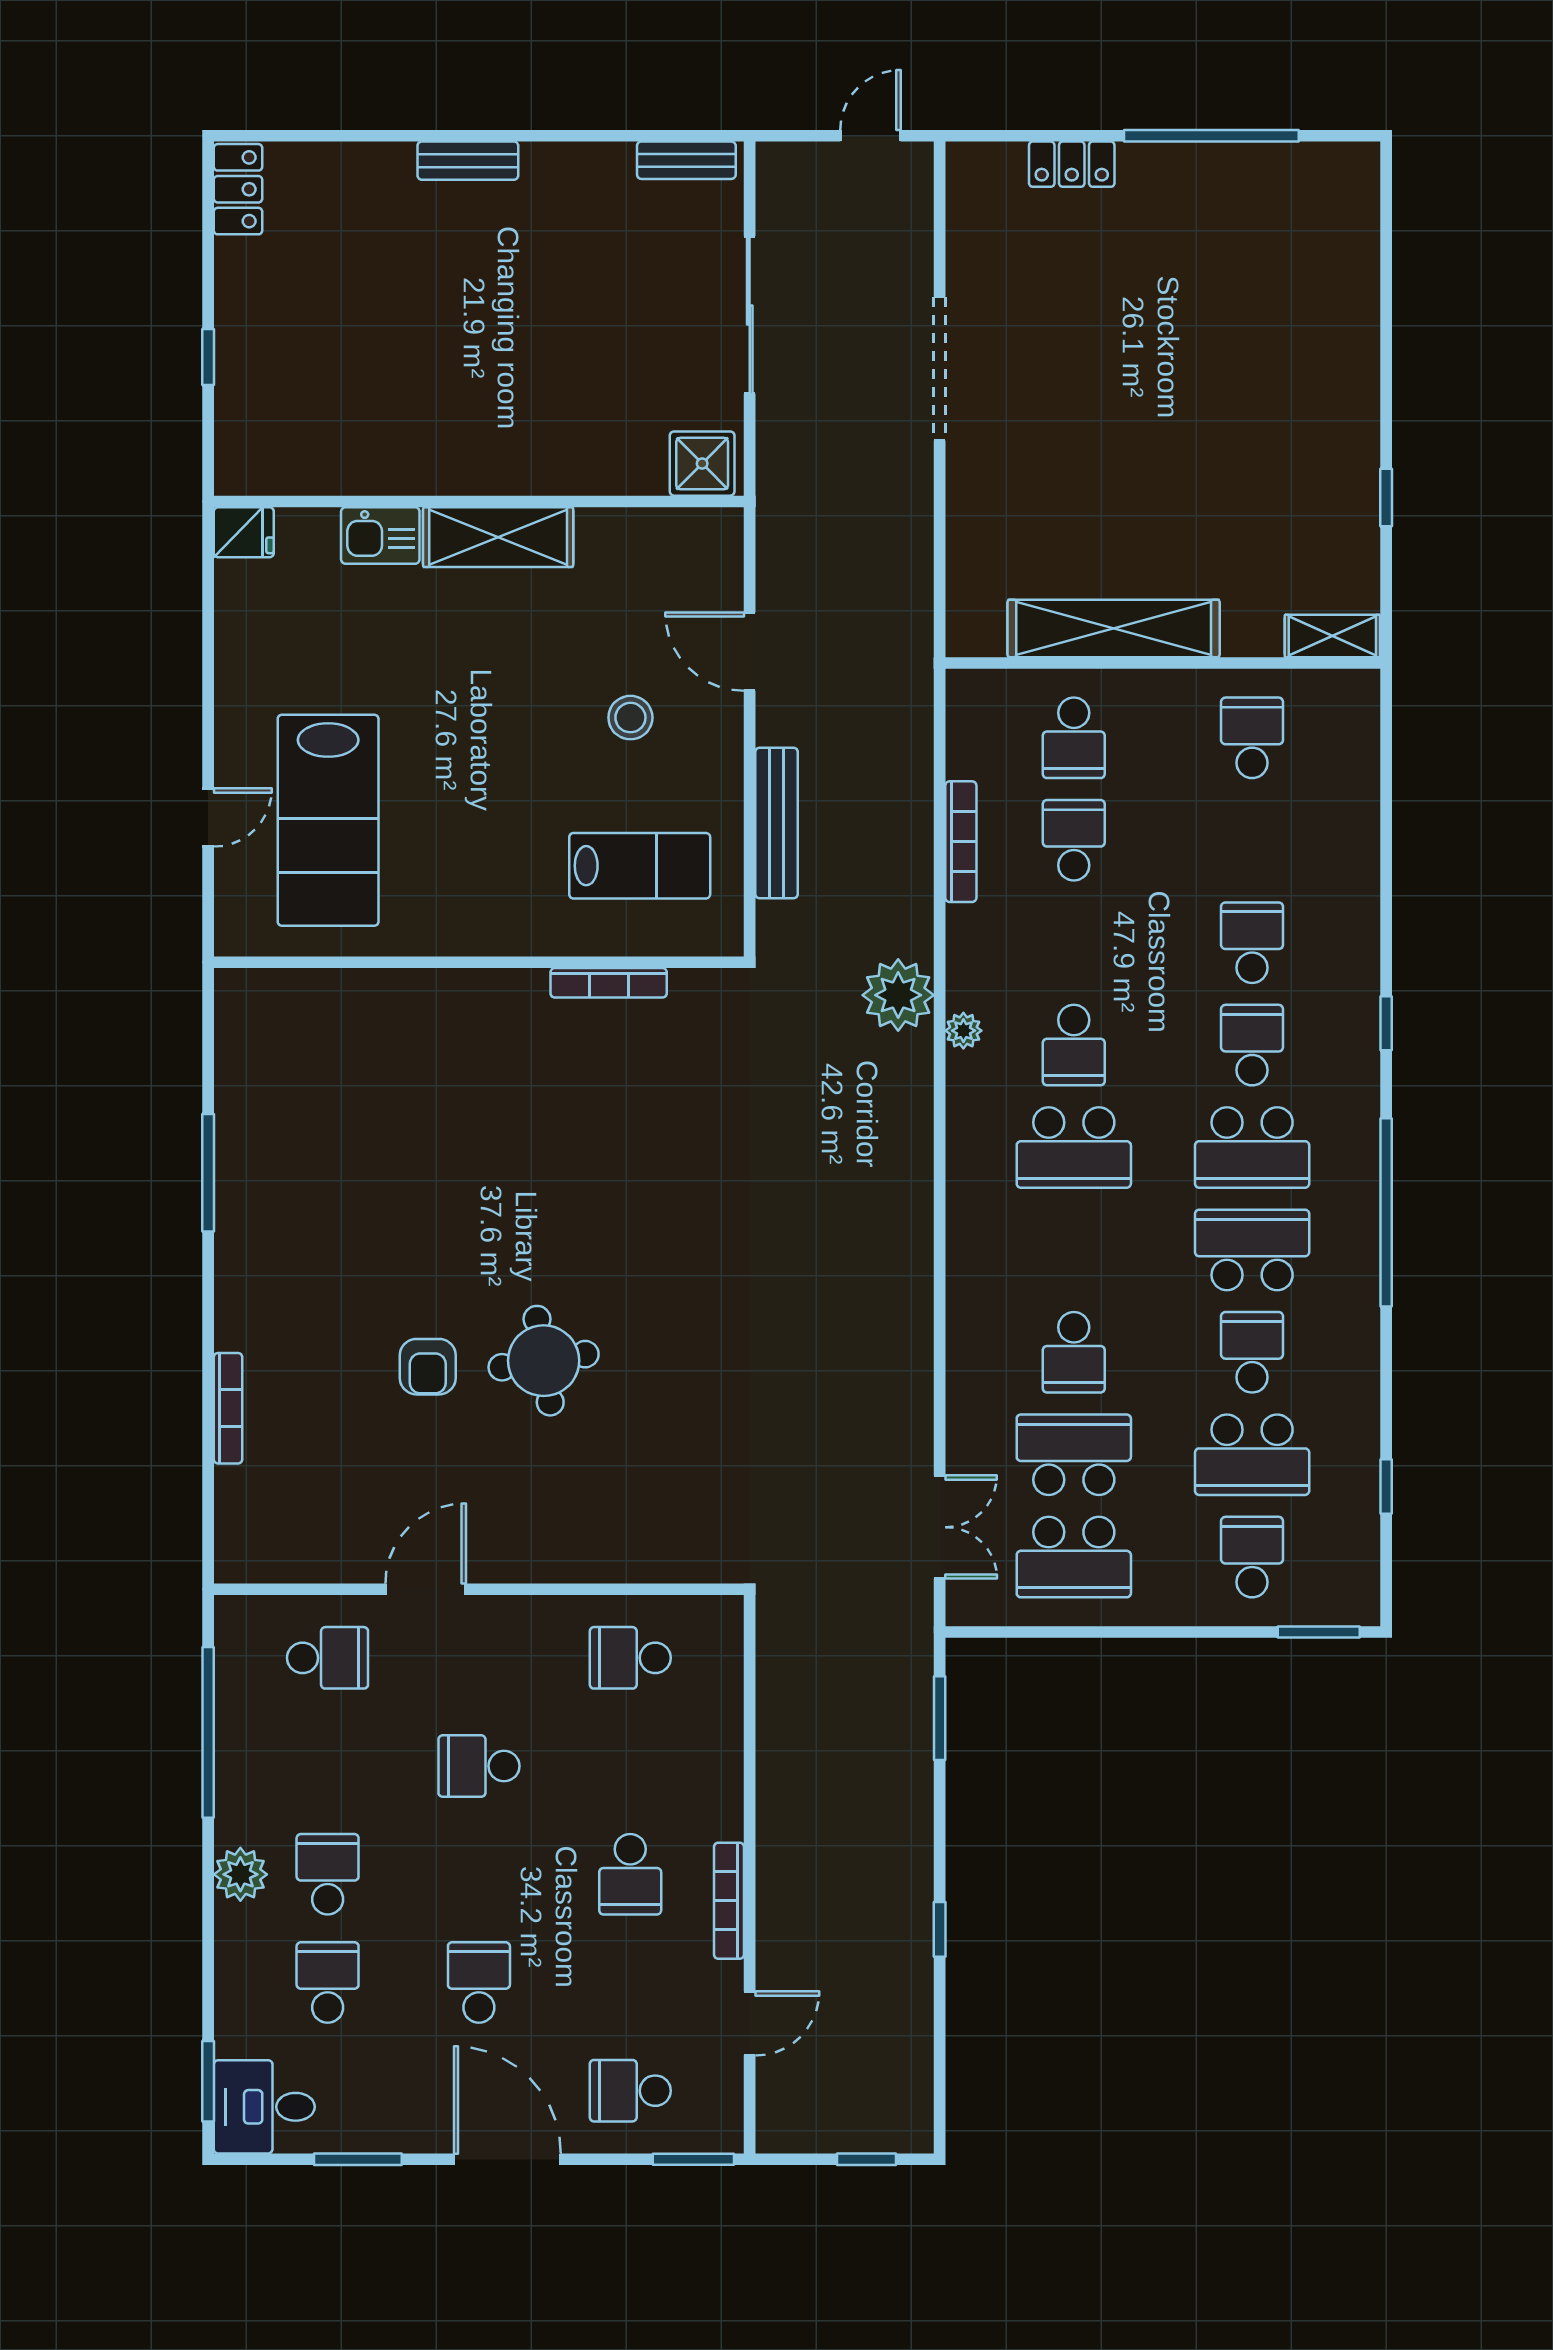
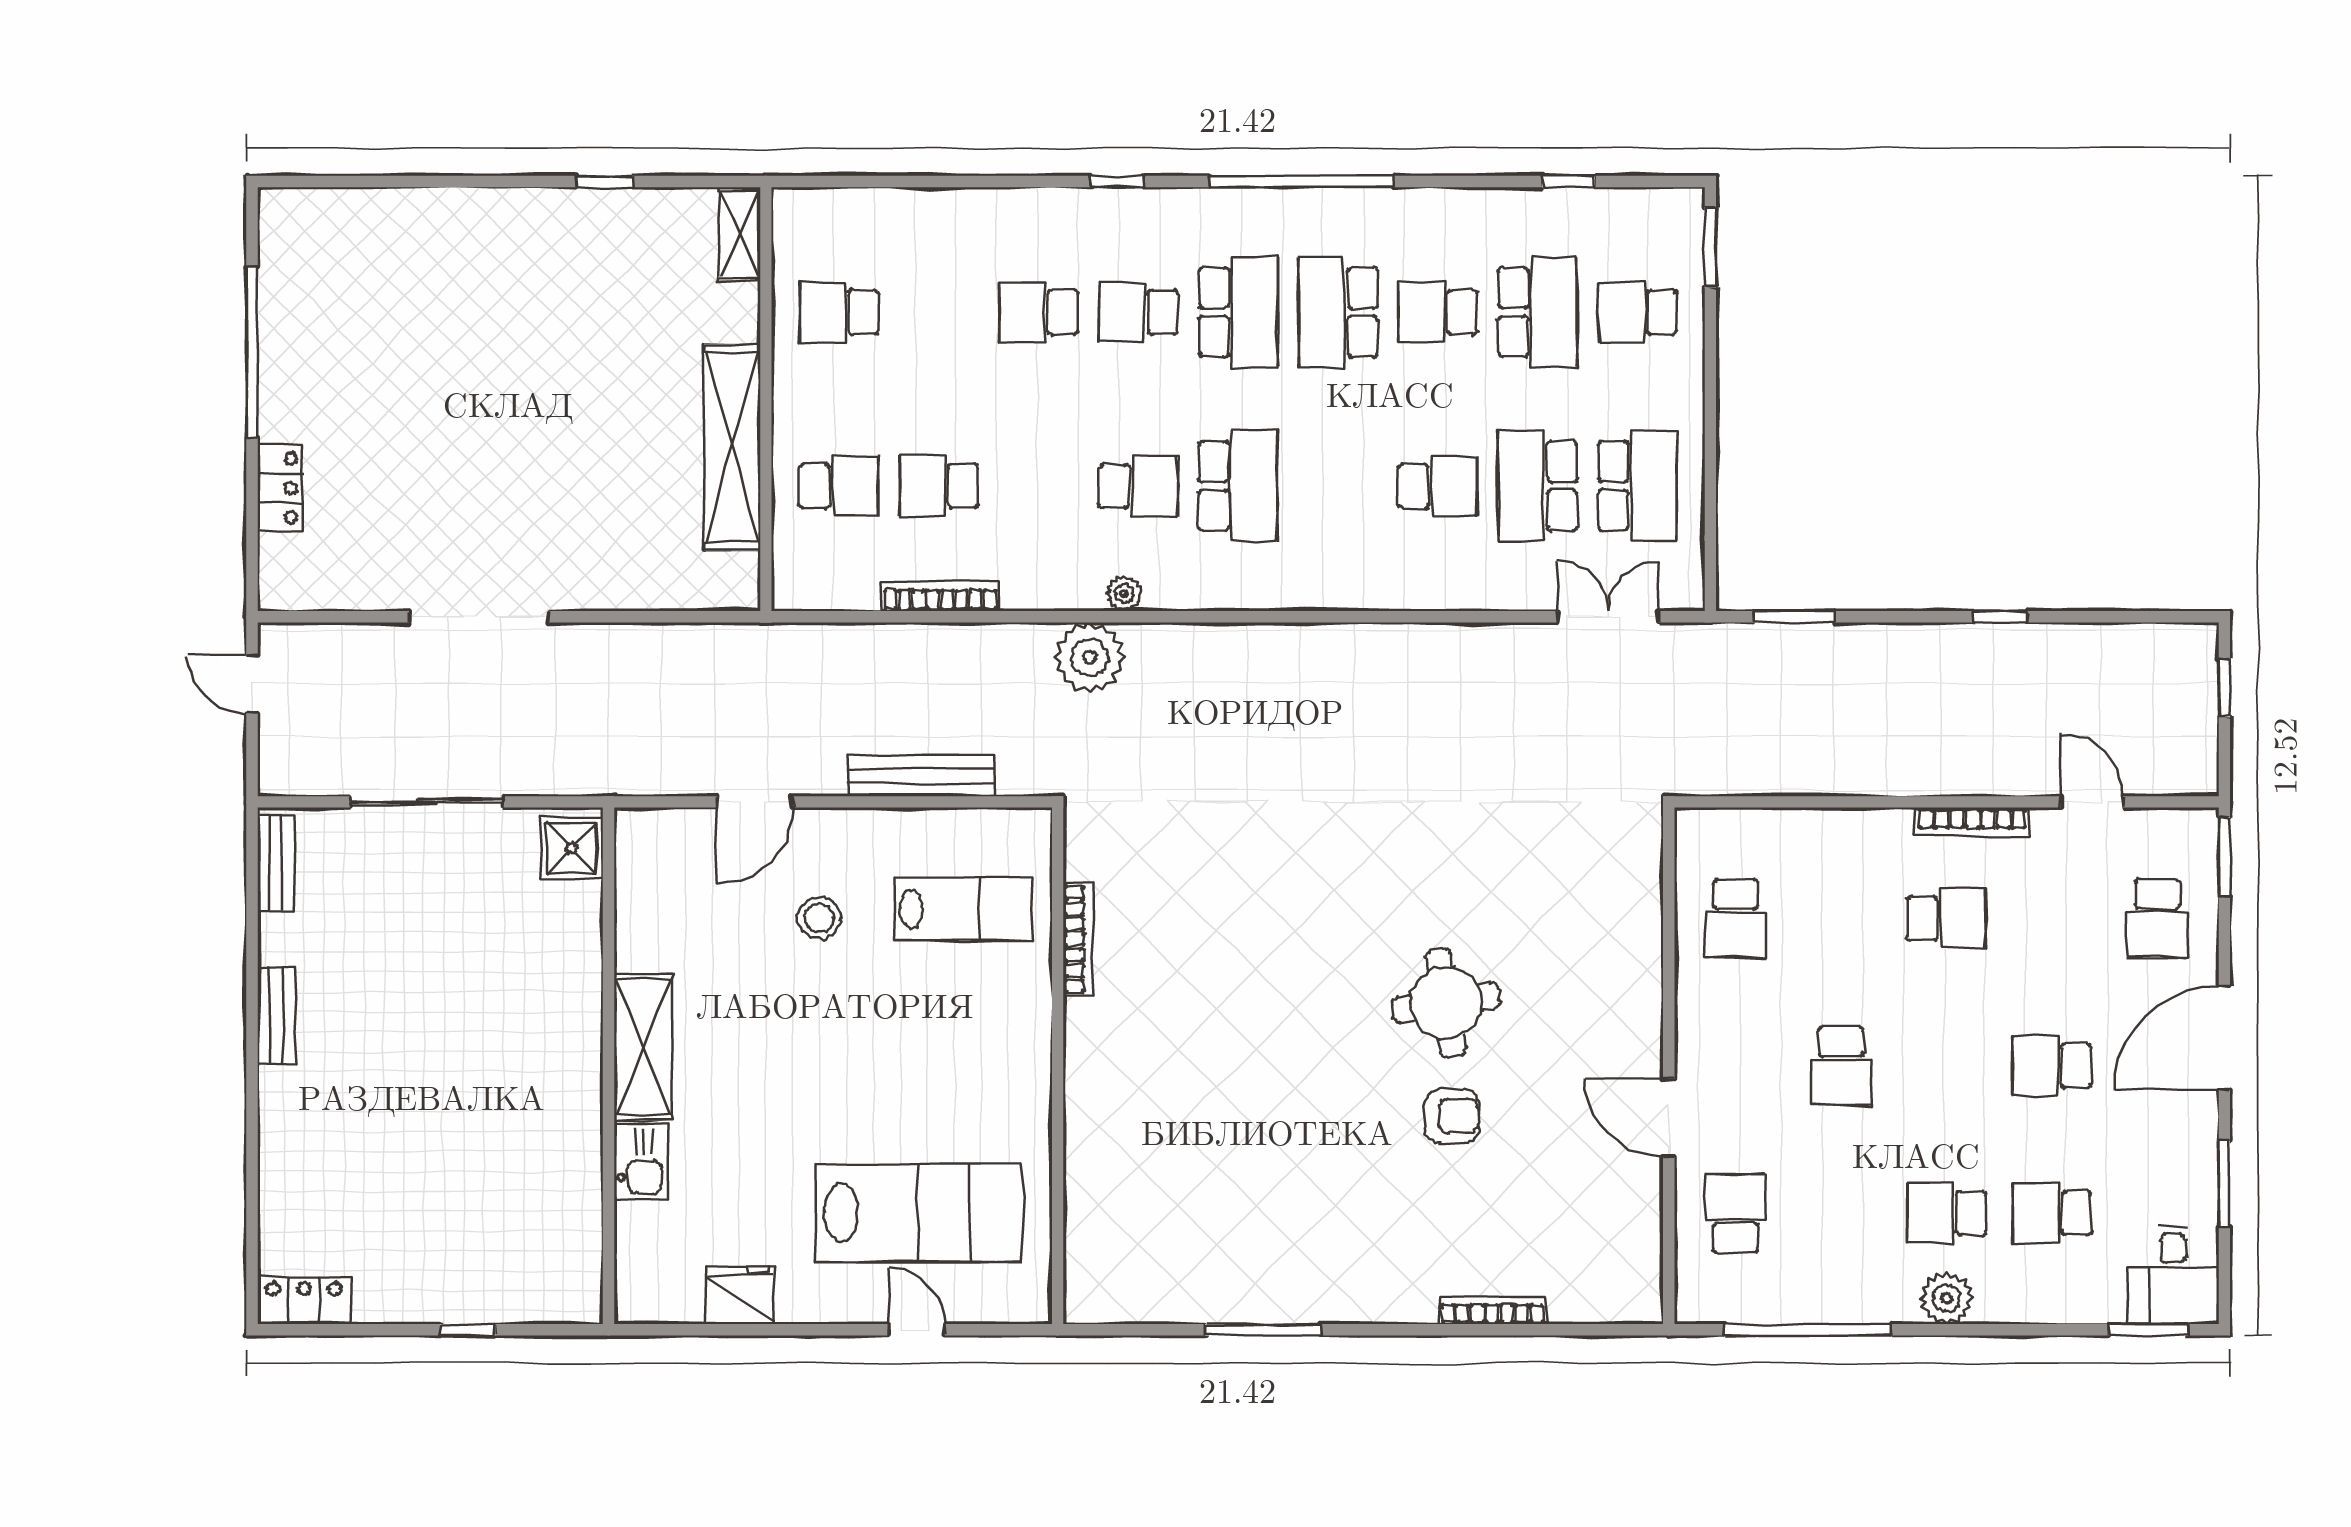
bench: (468, 161) -> (276, 1015), moved
fridge: (244, 532) -> (740, 1295), moved, width x1.38
lab bench: (640, 866) -> (964, 909), turned 90

